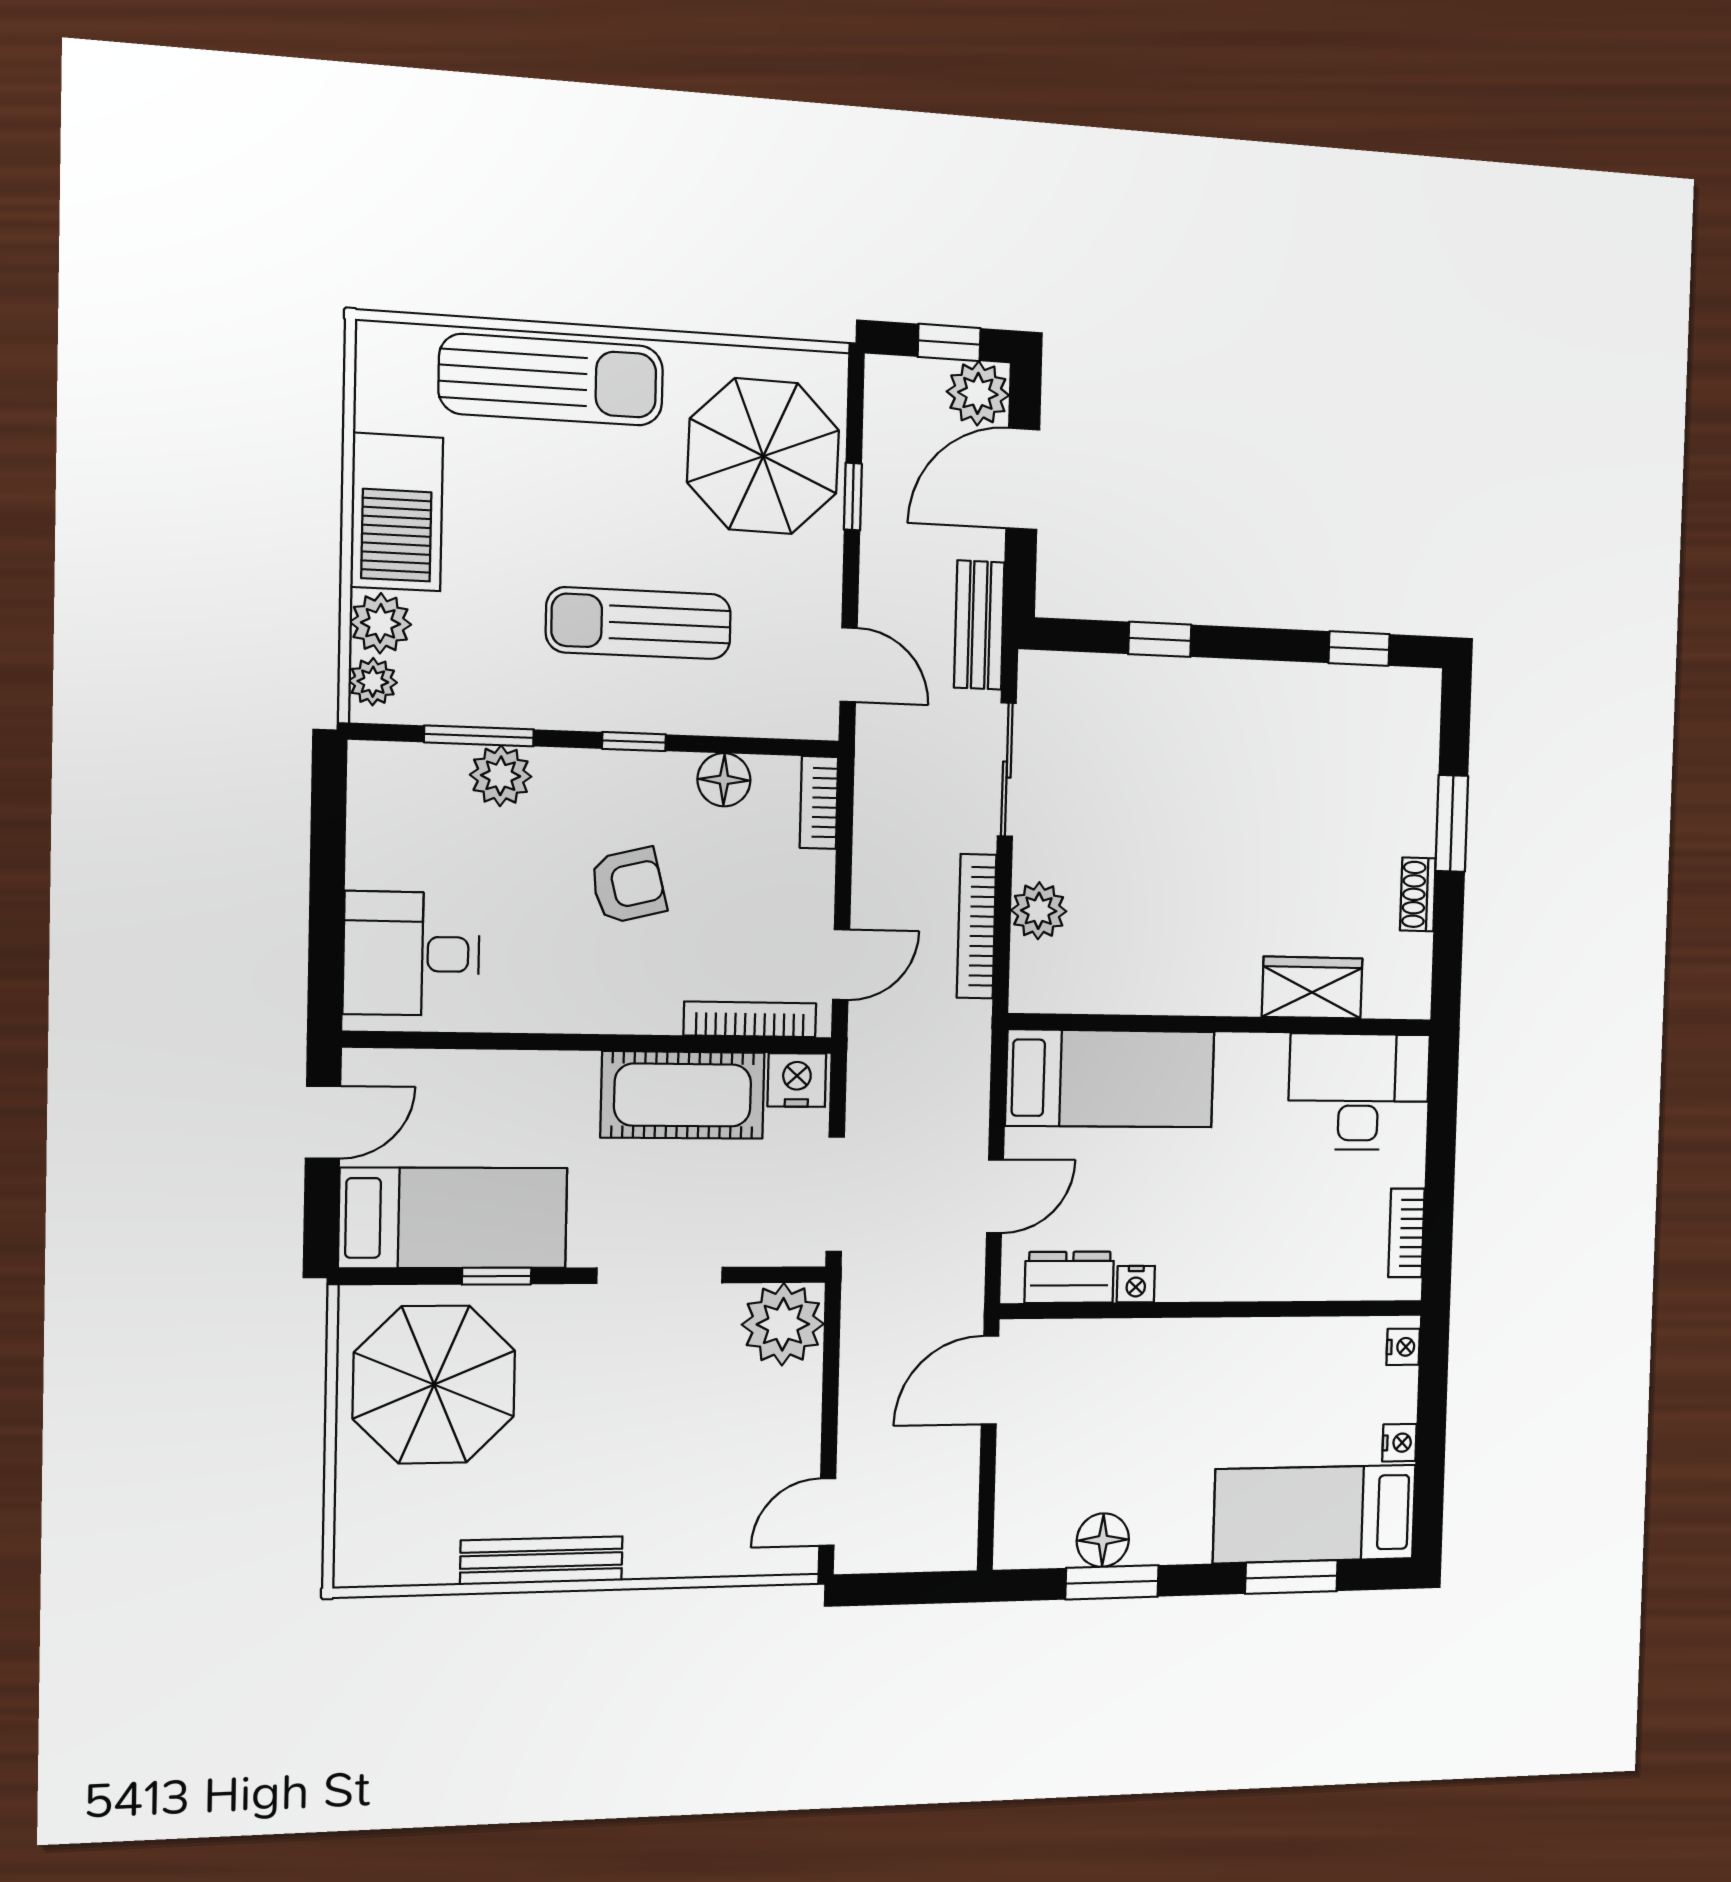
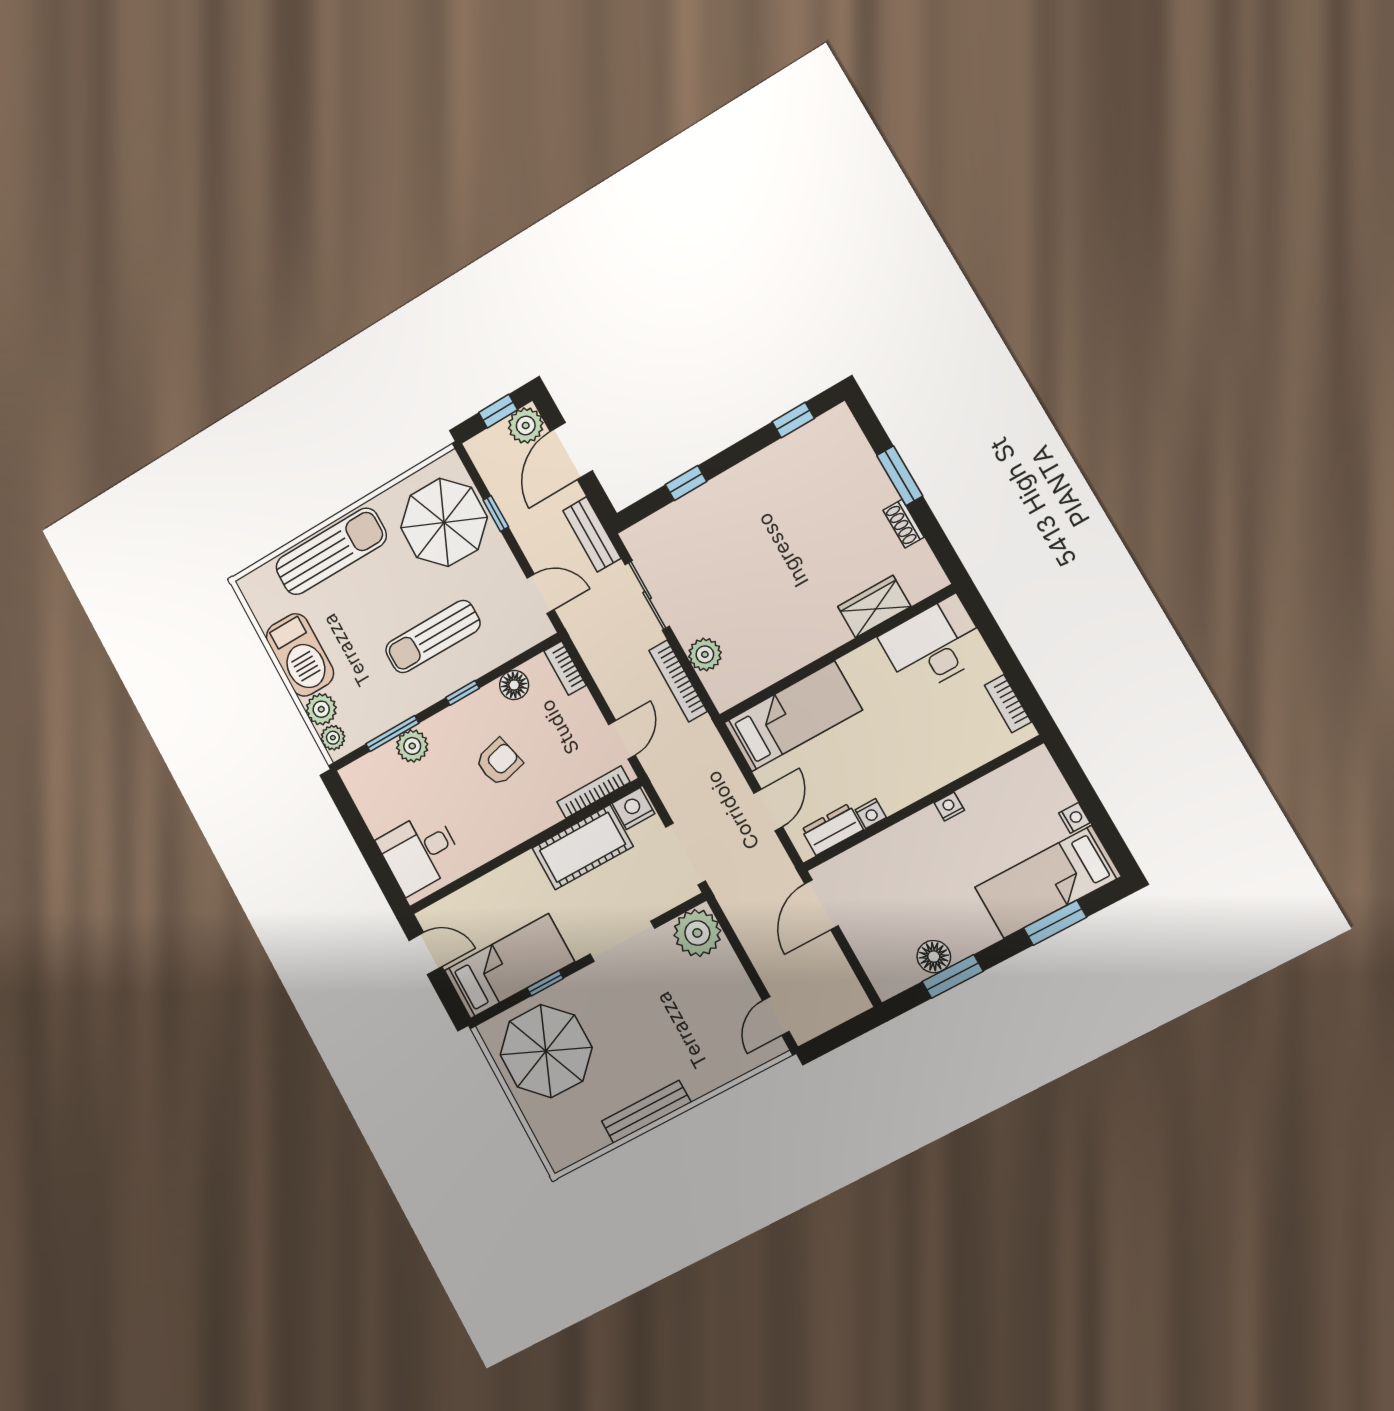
door: (323, 1122) -> (425, 953), hinge flipped
nightstand: (1403, 1347) -> (949, 807), moved, turned -90

